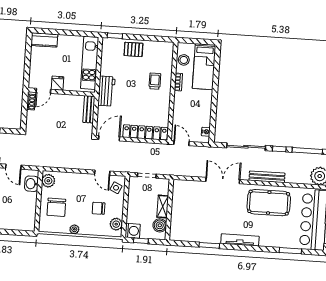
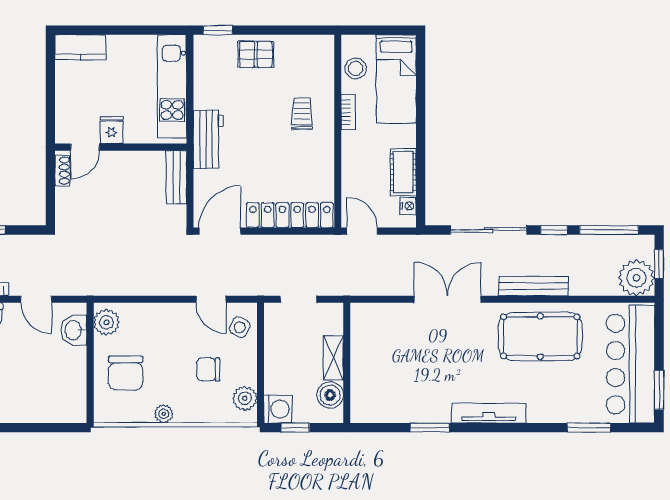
cot: (204, 114) -> (403, 172), added

